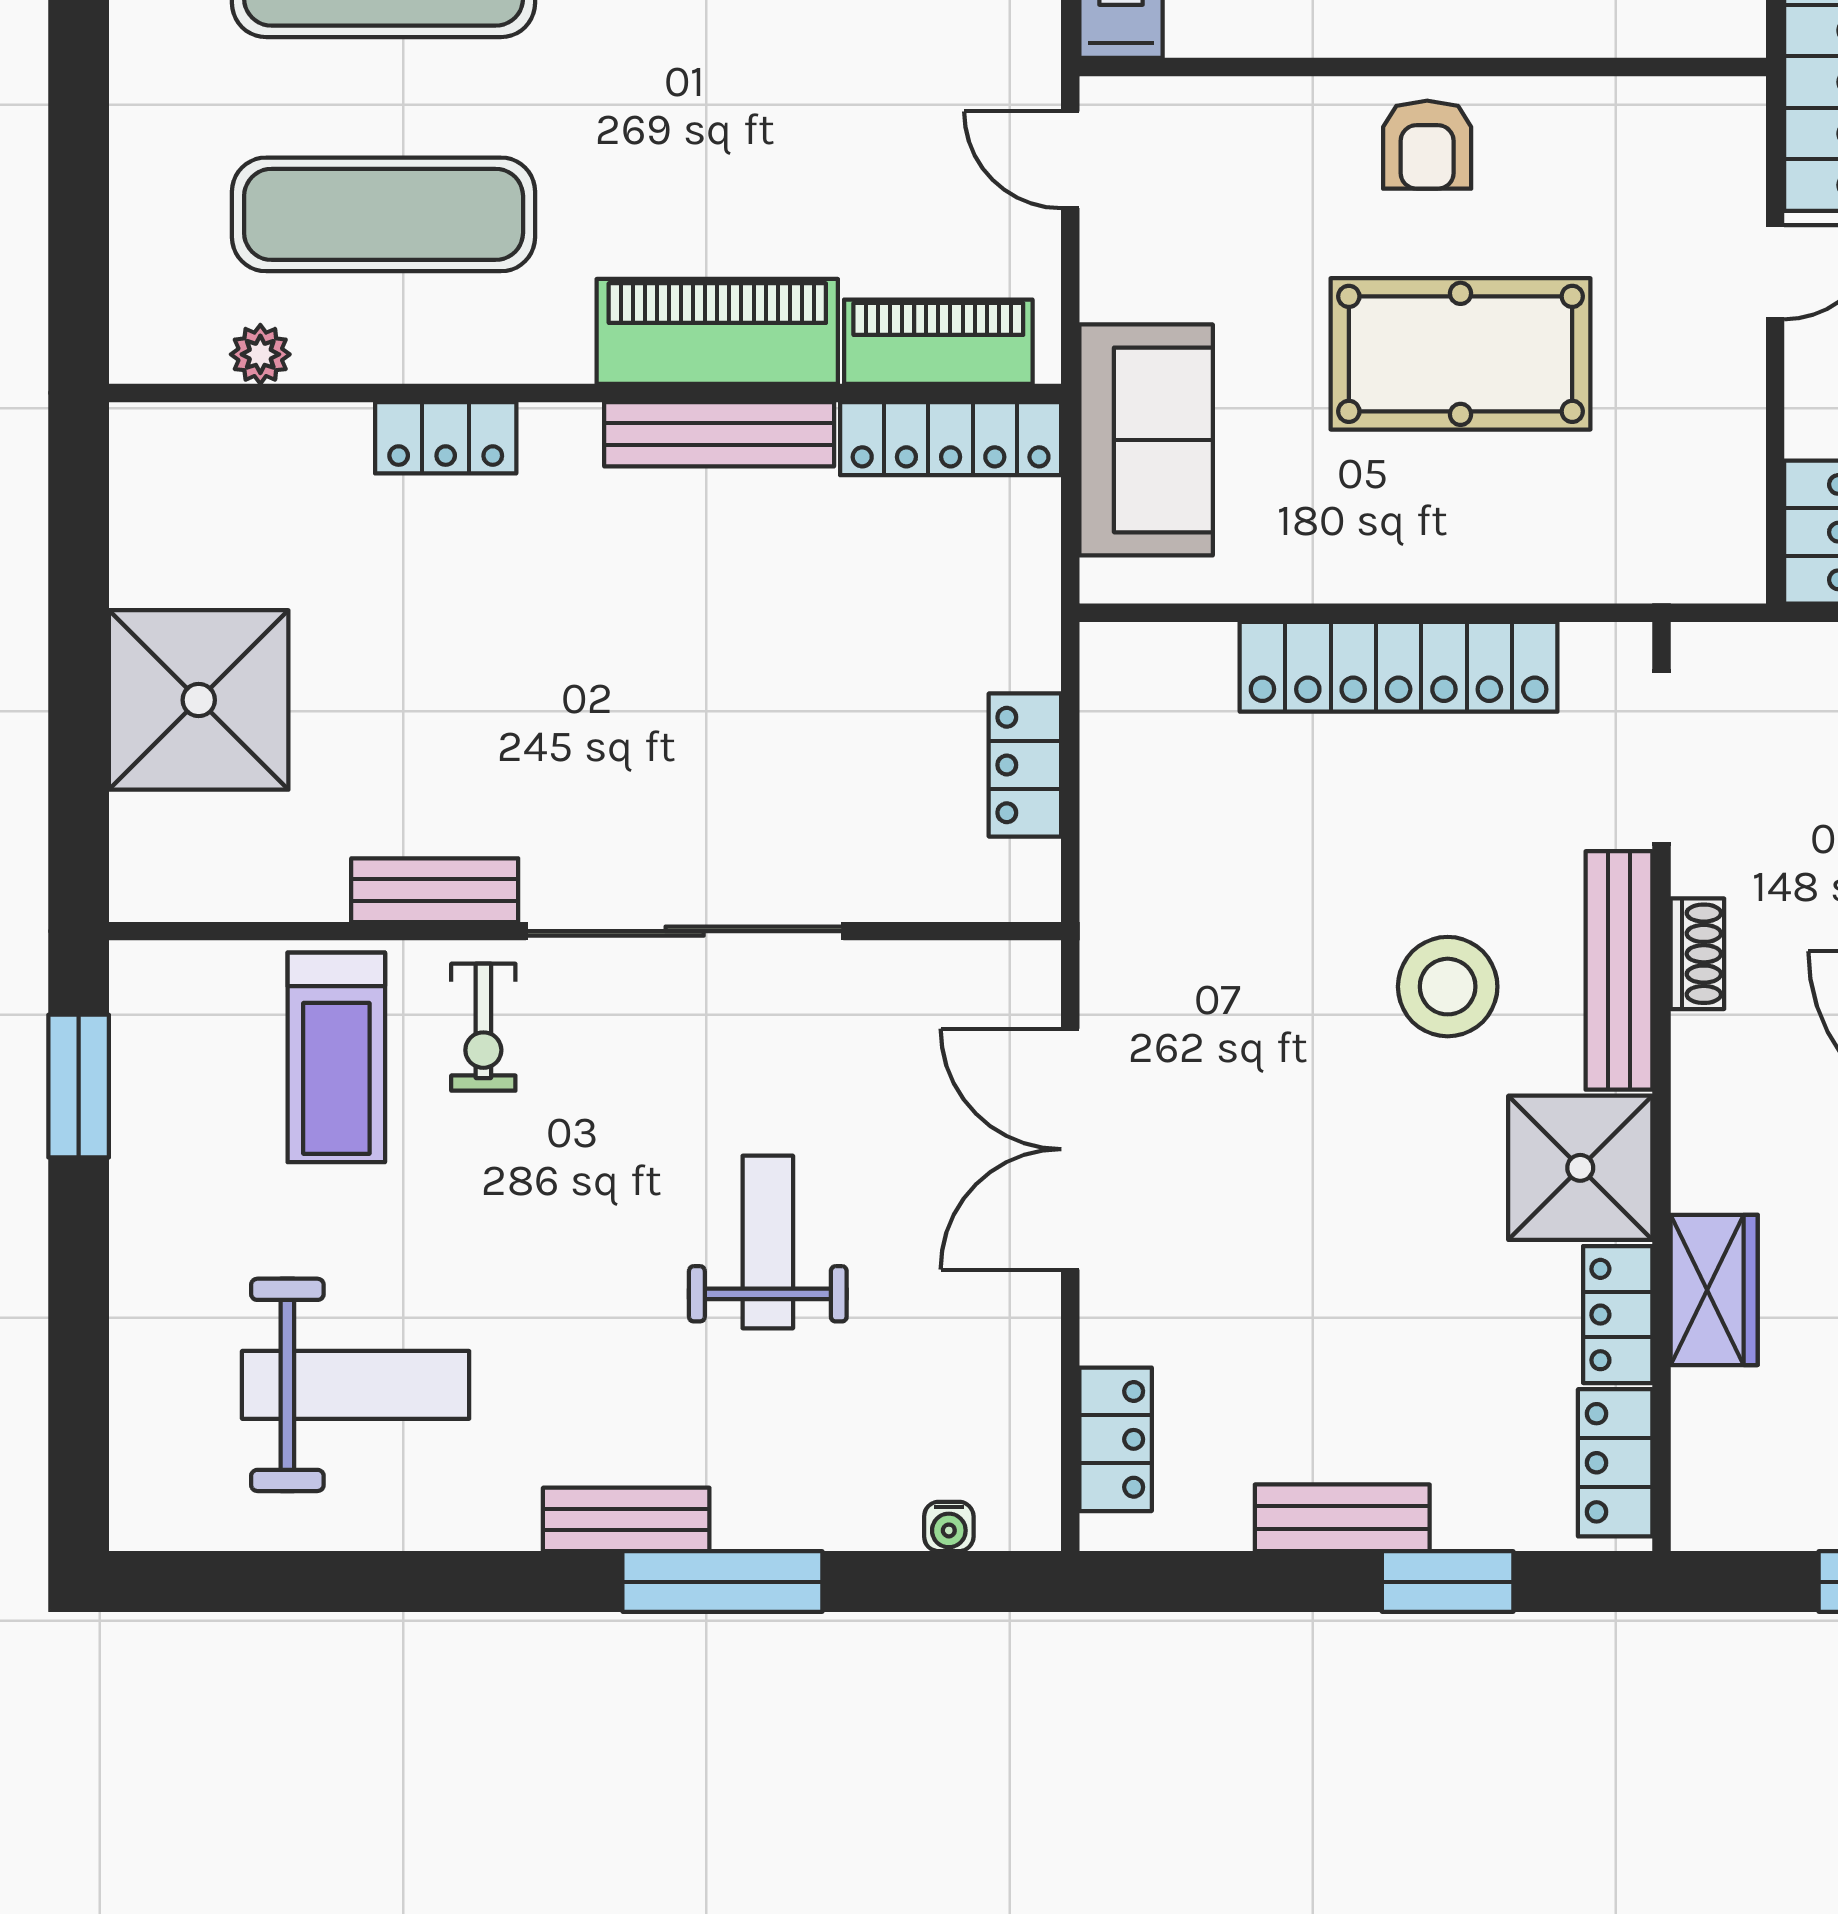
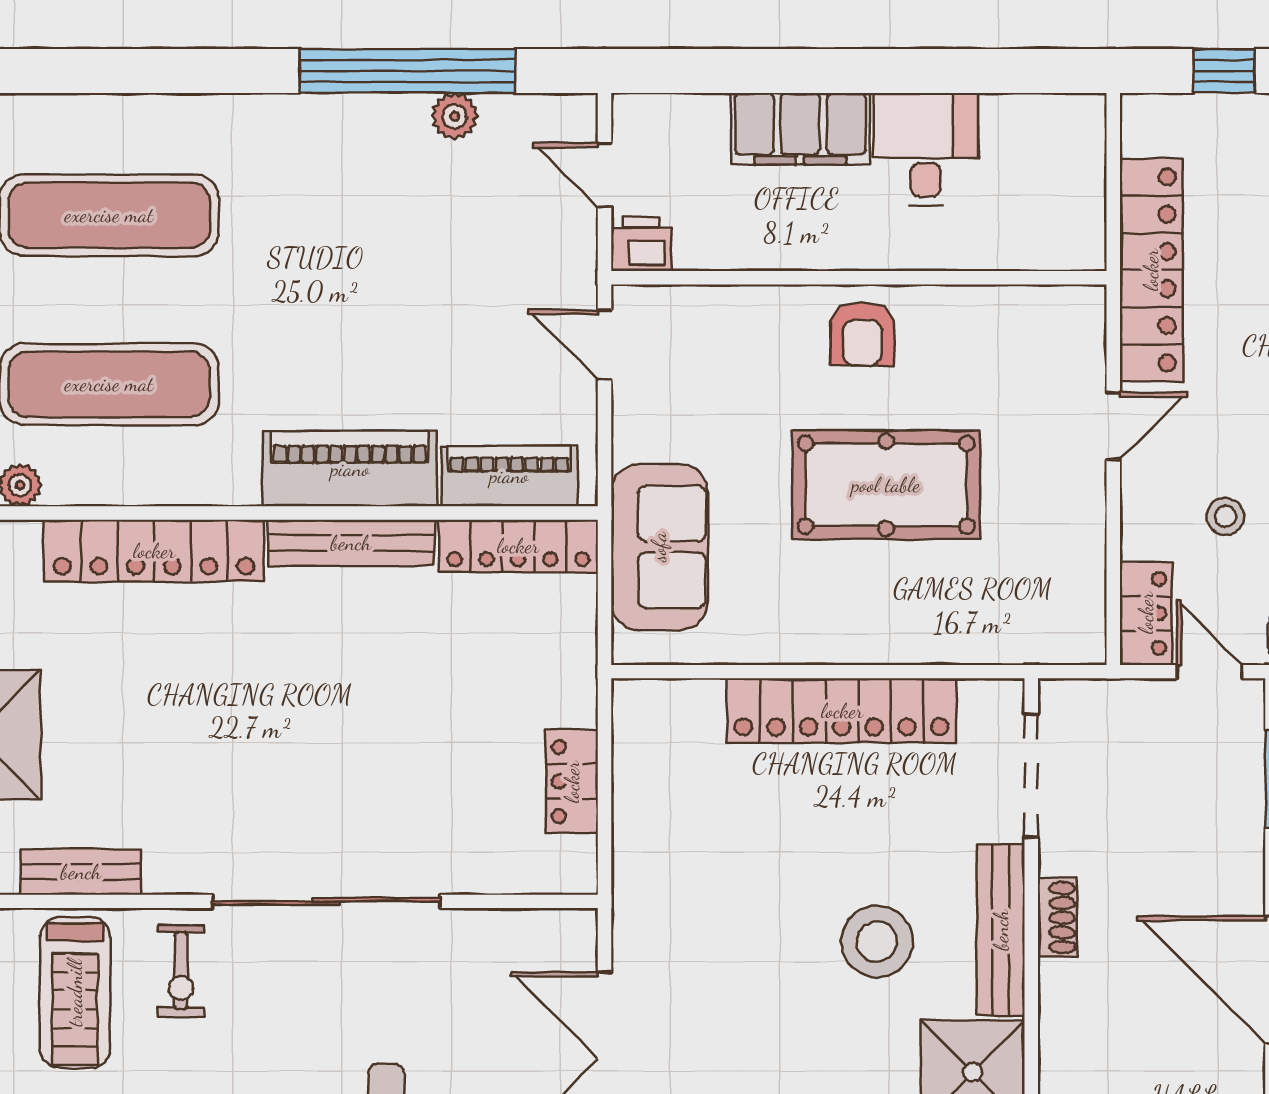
locker: (446, 438) -> (154, 551), width x2.16, depth x1.21
bench: (435, 890) -> (81, 872), moved

